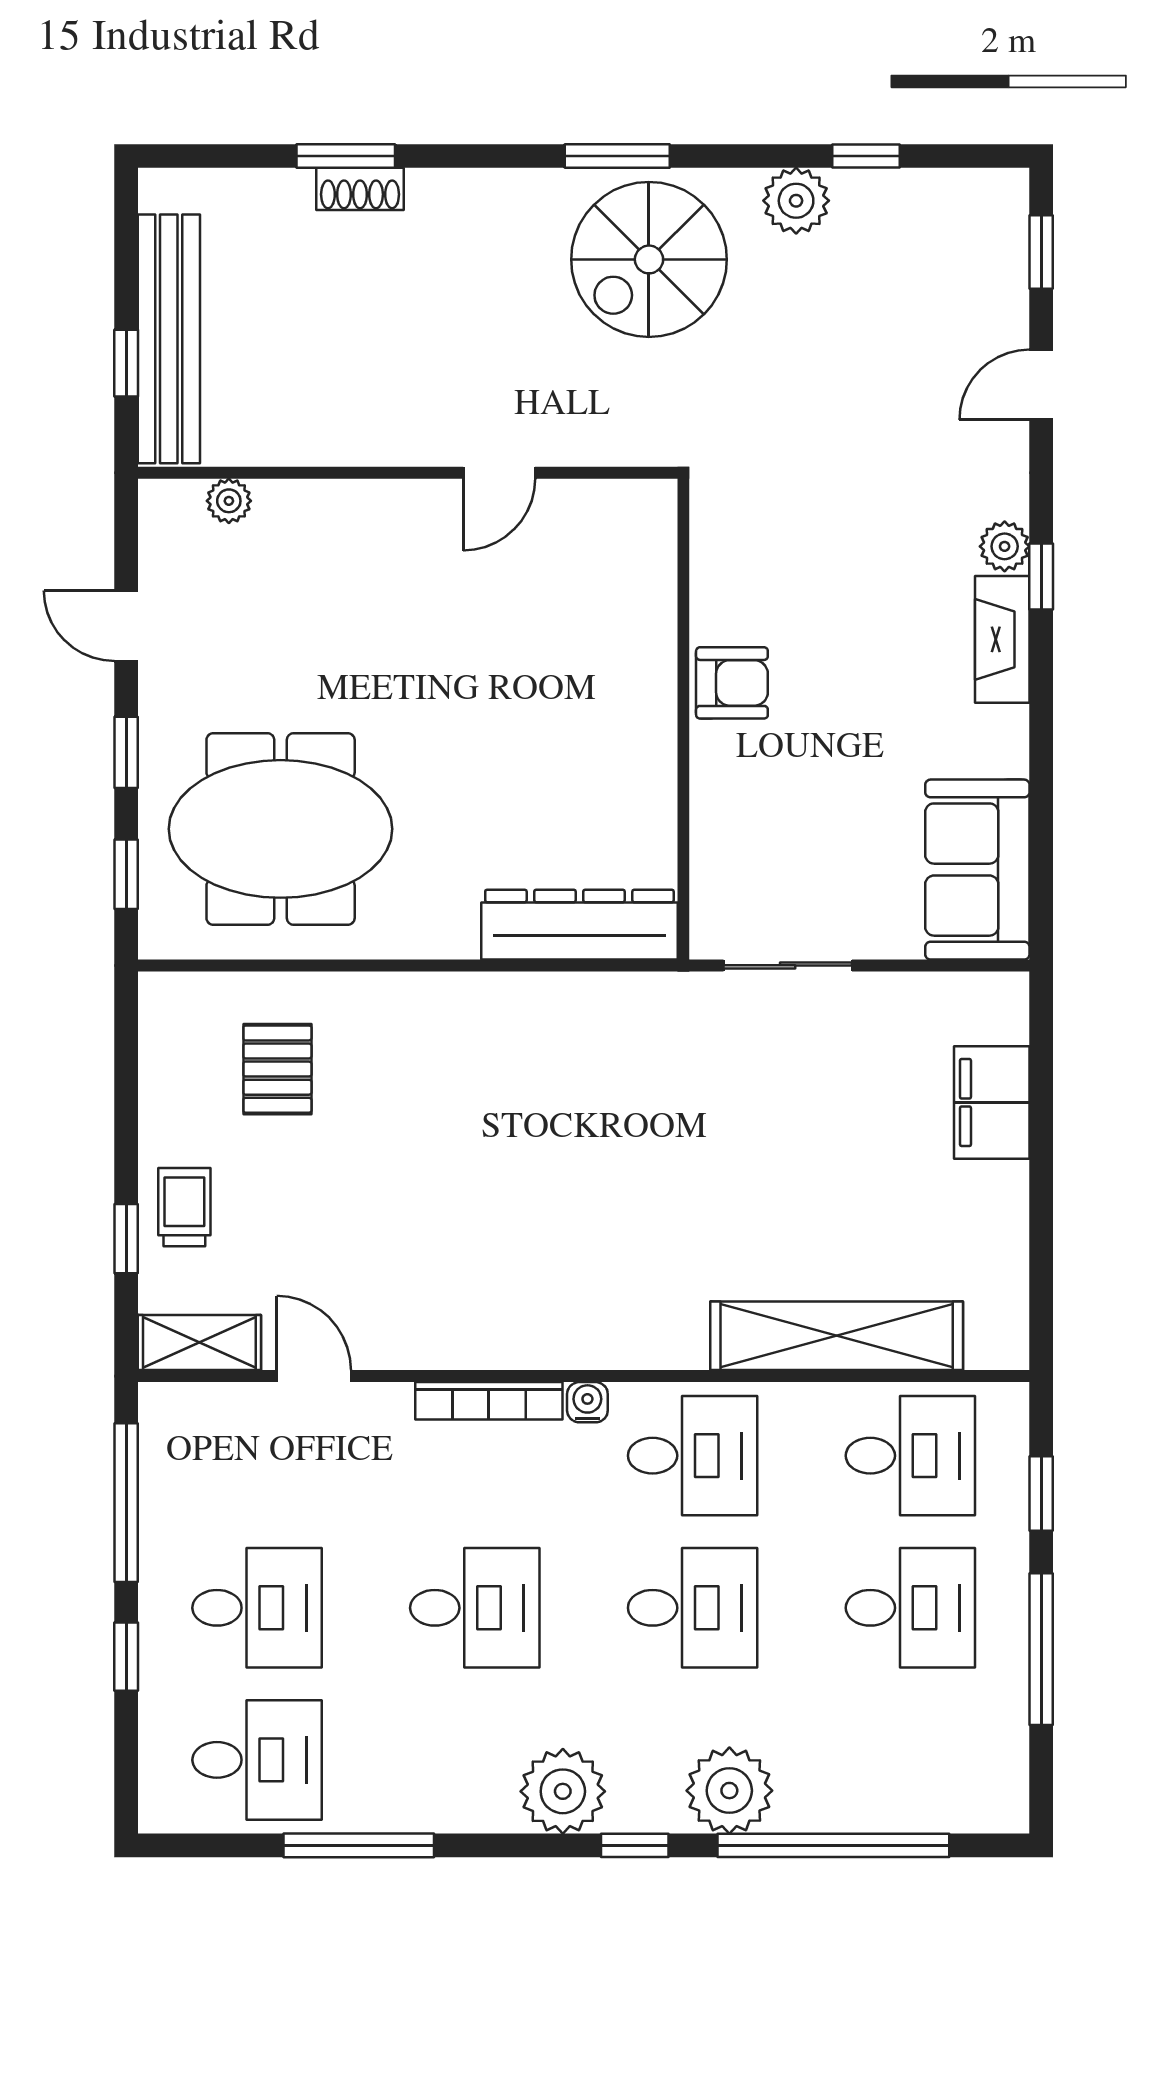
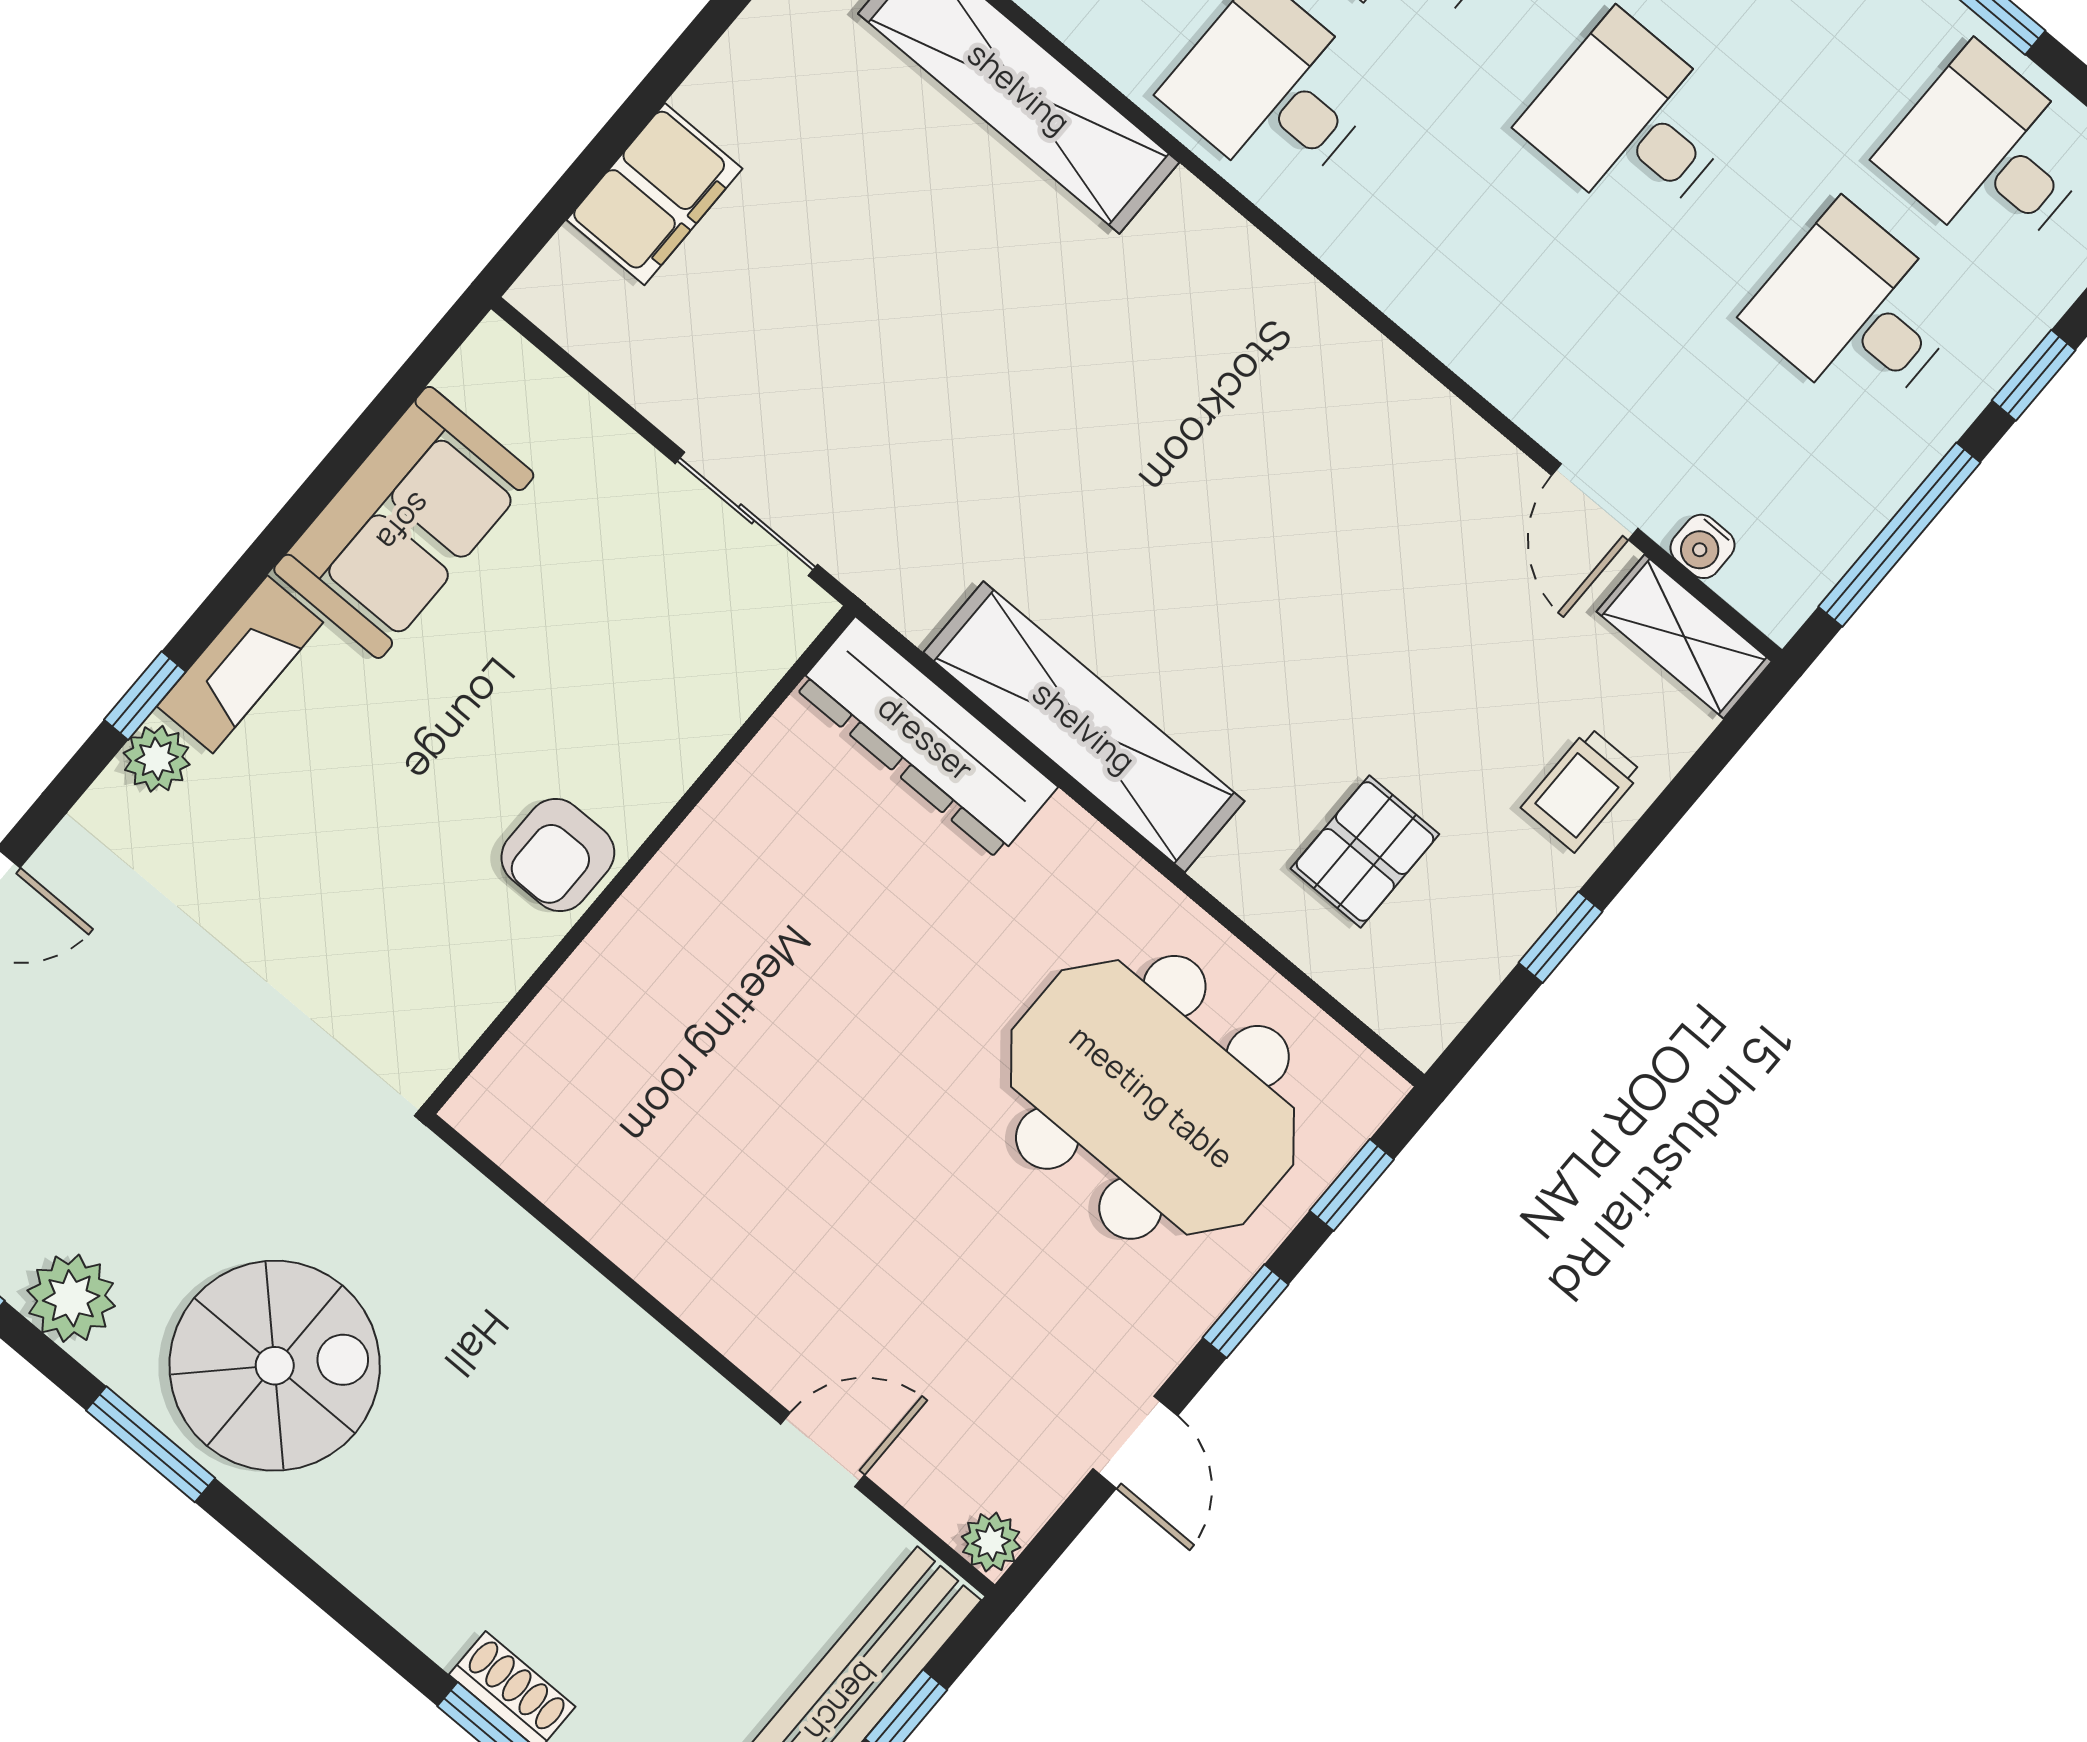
window: (617, 156) -> (151, 1444), moved
door: (499, 473) -> (822, 1450), moved
plant: (229, 501) -> (991, 1542), moved
armchair: (732, 683) -> (558, 855), turned -90
sofa: (977, 870) -> (404, 522), moved
shelving: (496, 1006) -> (1084, 727), added
window: (126, 1239) -> (1560, 937), moved
bookcase: (489, 1401) -> (1435, 324), removed
water cooler: (587, 1402) -> (1702, 546), moved

